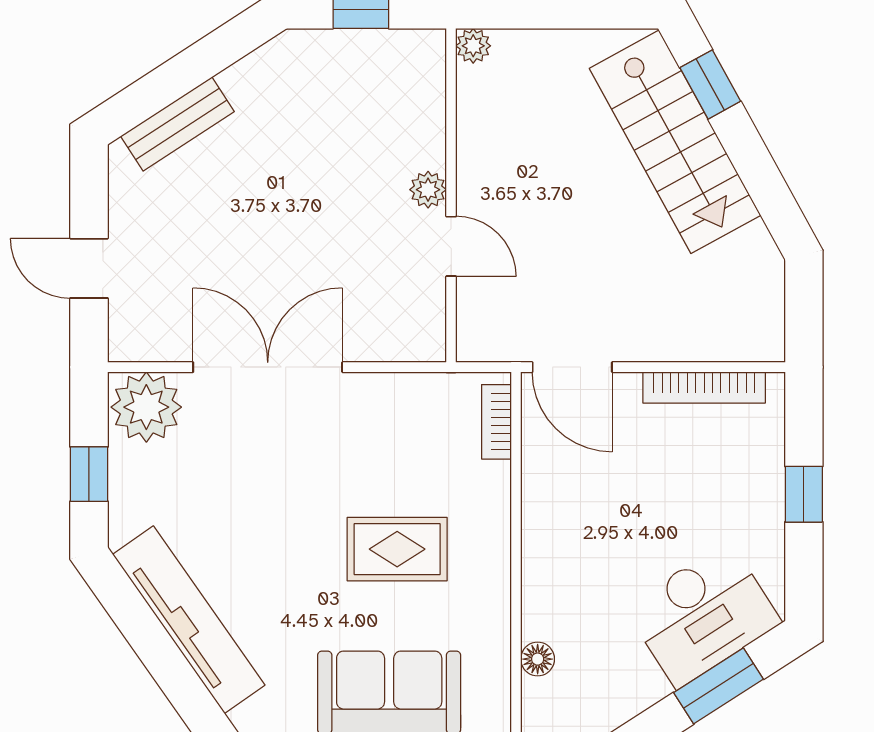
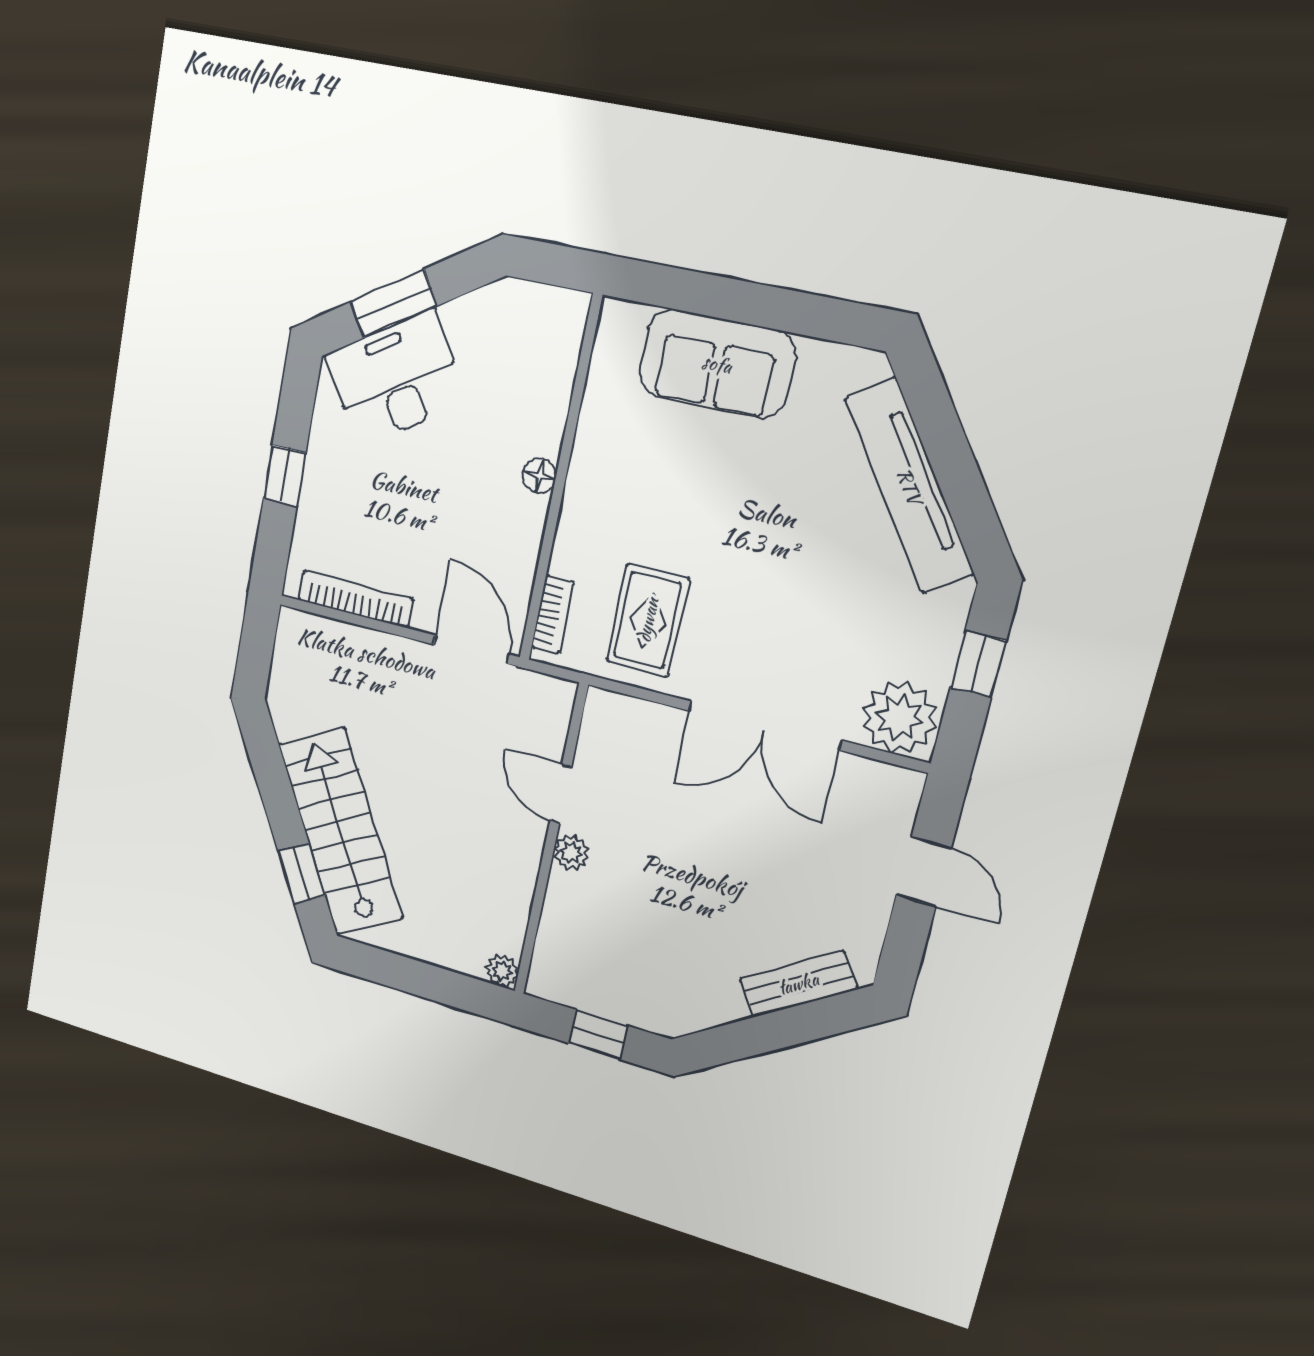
rug: (397, 549) -> (648, 620), moved, turned 90
floor lamp: (538, 659) -> (540, 476), moved

